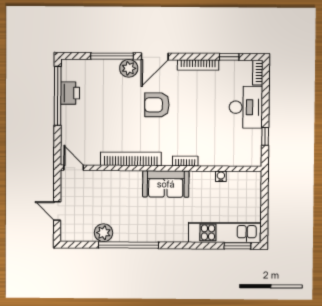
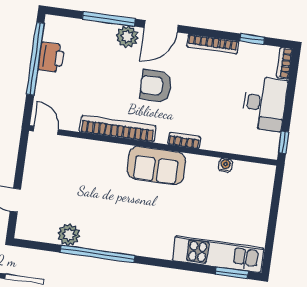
bookcase: (131, 159) -> (118, 129), moved
bookcase: (185, 161) -> (184, 140), moved
door: (74, 168) -> (46, 130), moved
wall: (161, 168) -> (153, 145), moved
water cooler: (221, 176) -> (225, 165), moved
sofa: (166, 184) -> (156, 165), moved

